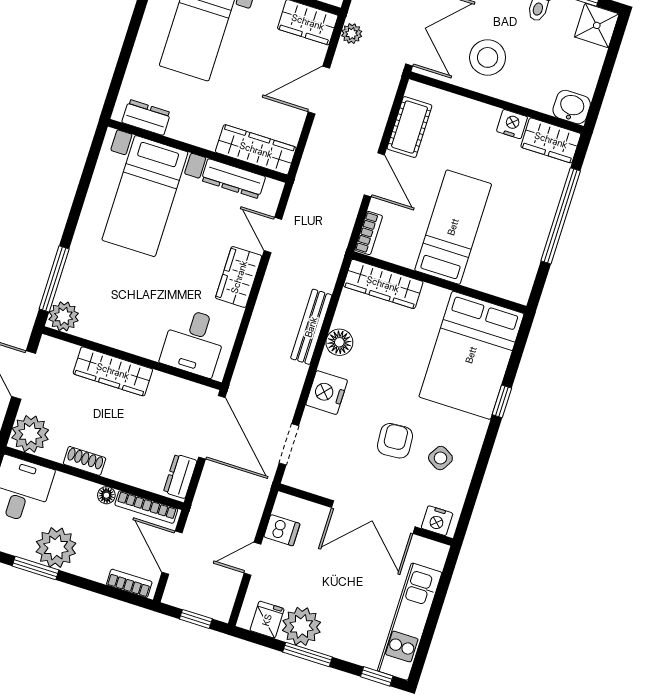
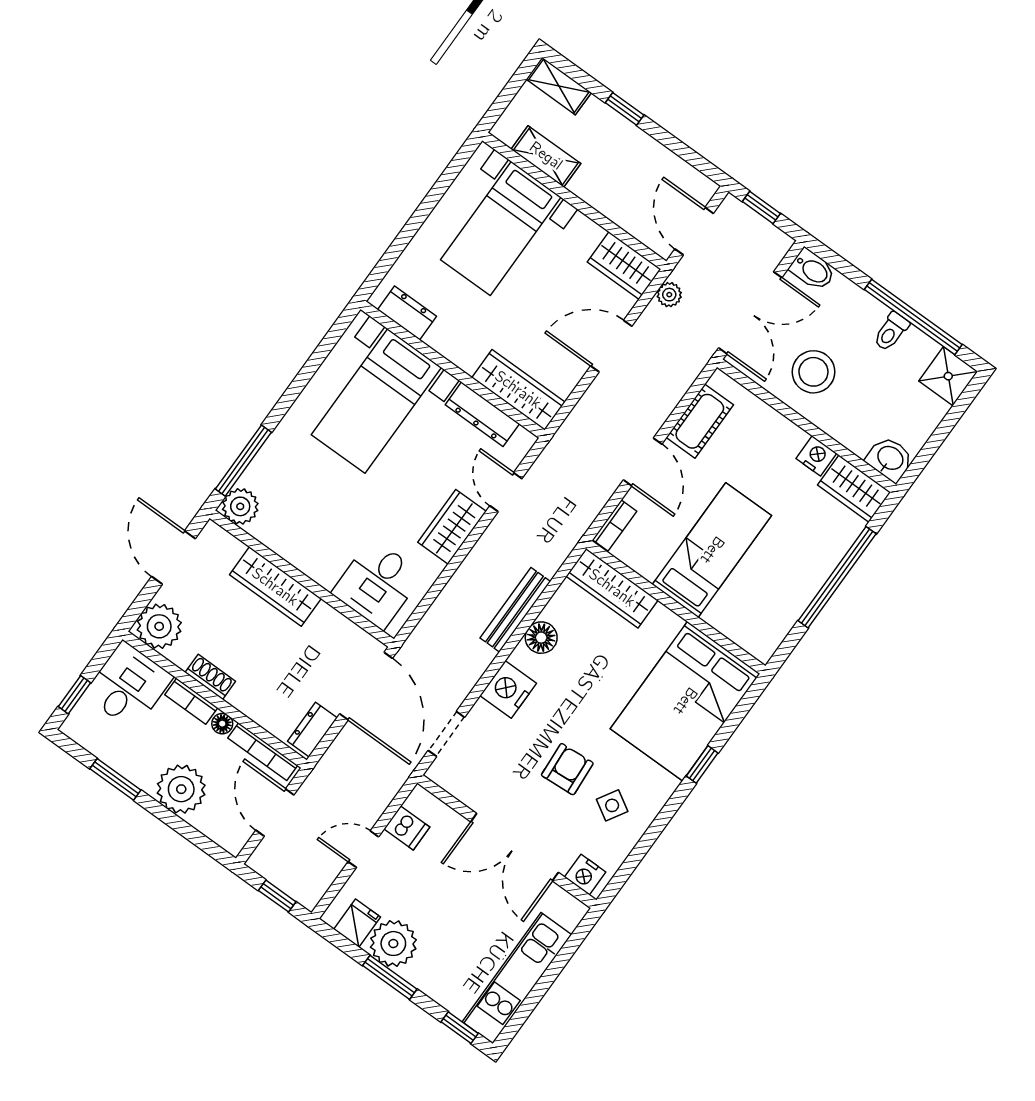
plant: (56, 548) -> (181, 789), moved
bookcase: (129, 583) -> (191, 701), moved, turned 180

